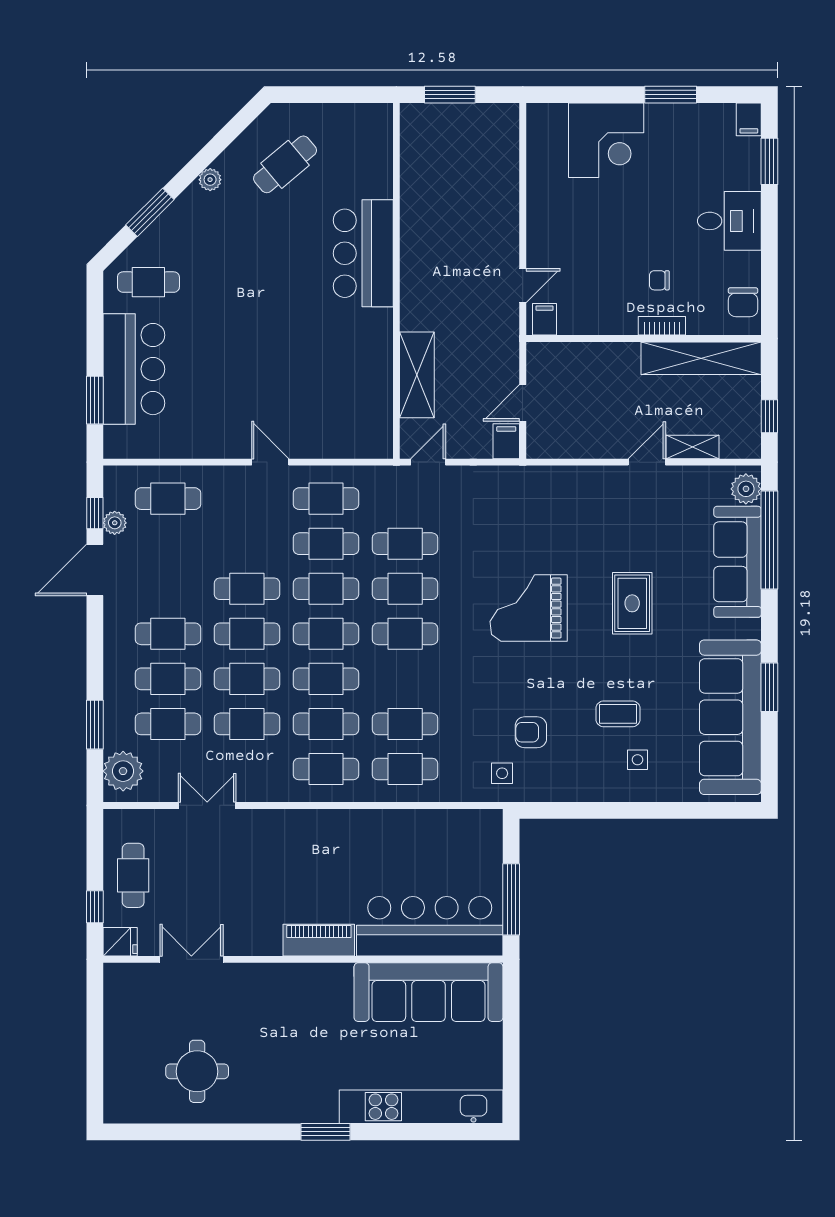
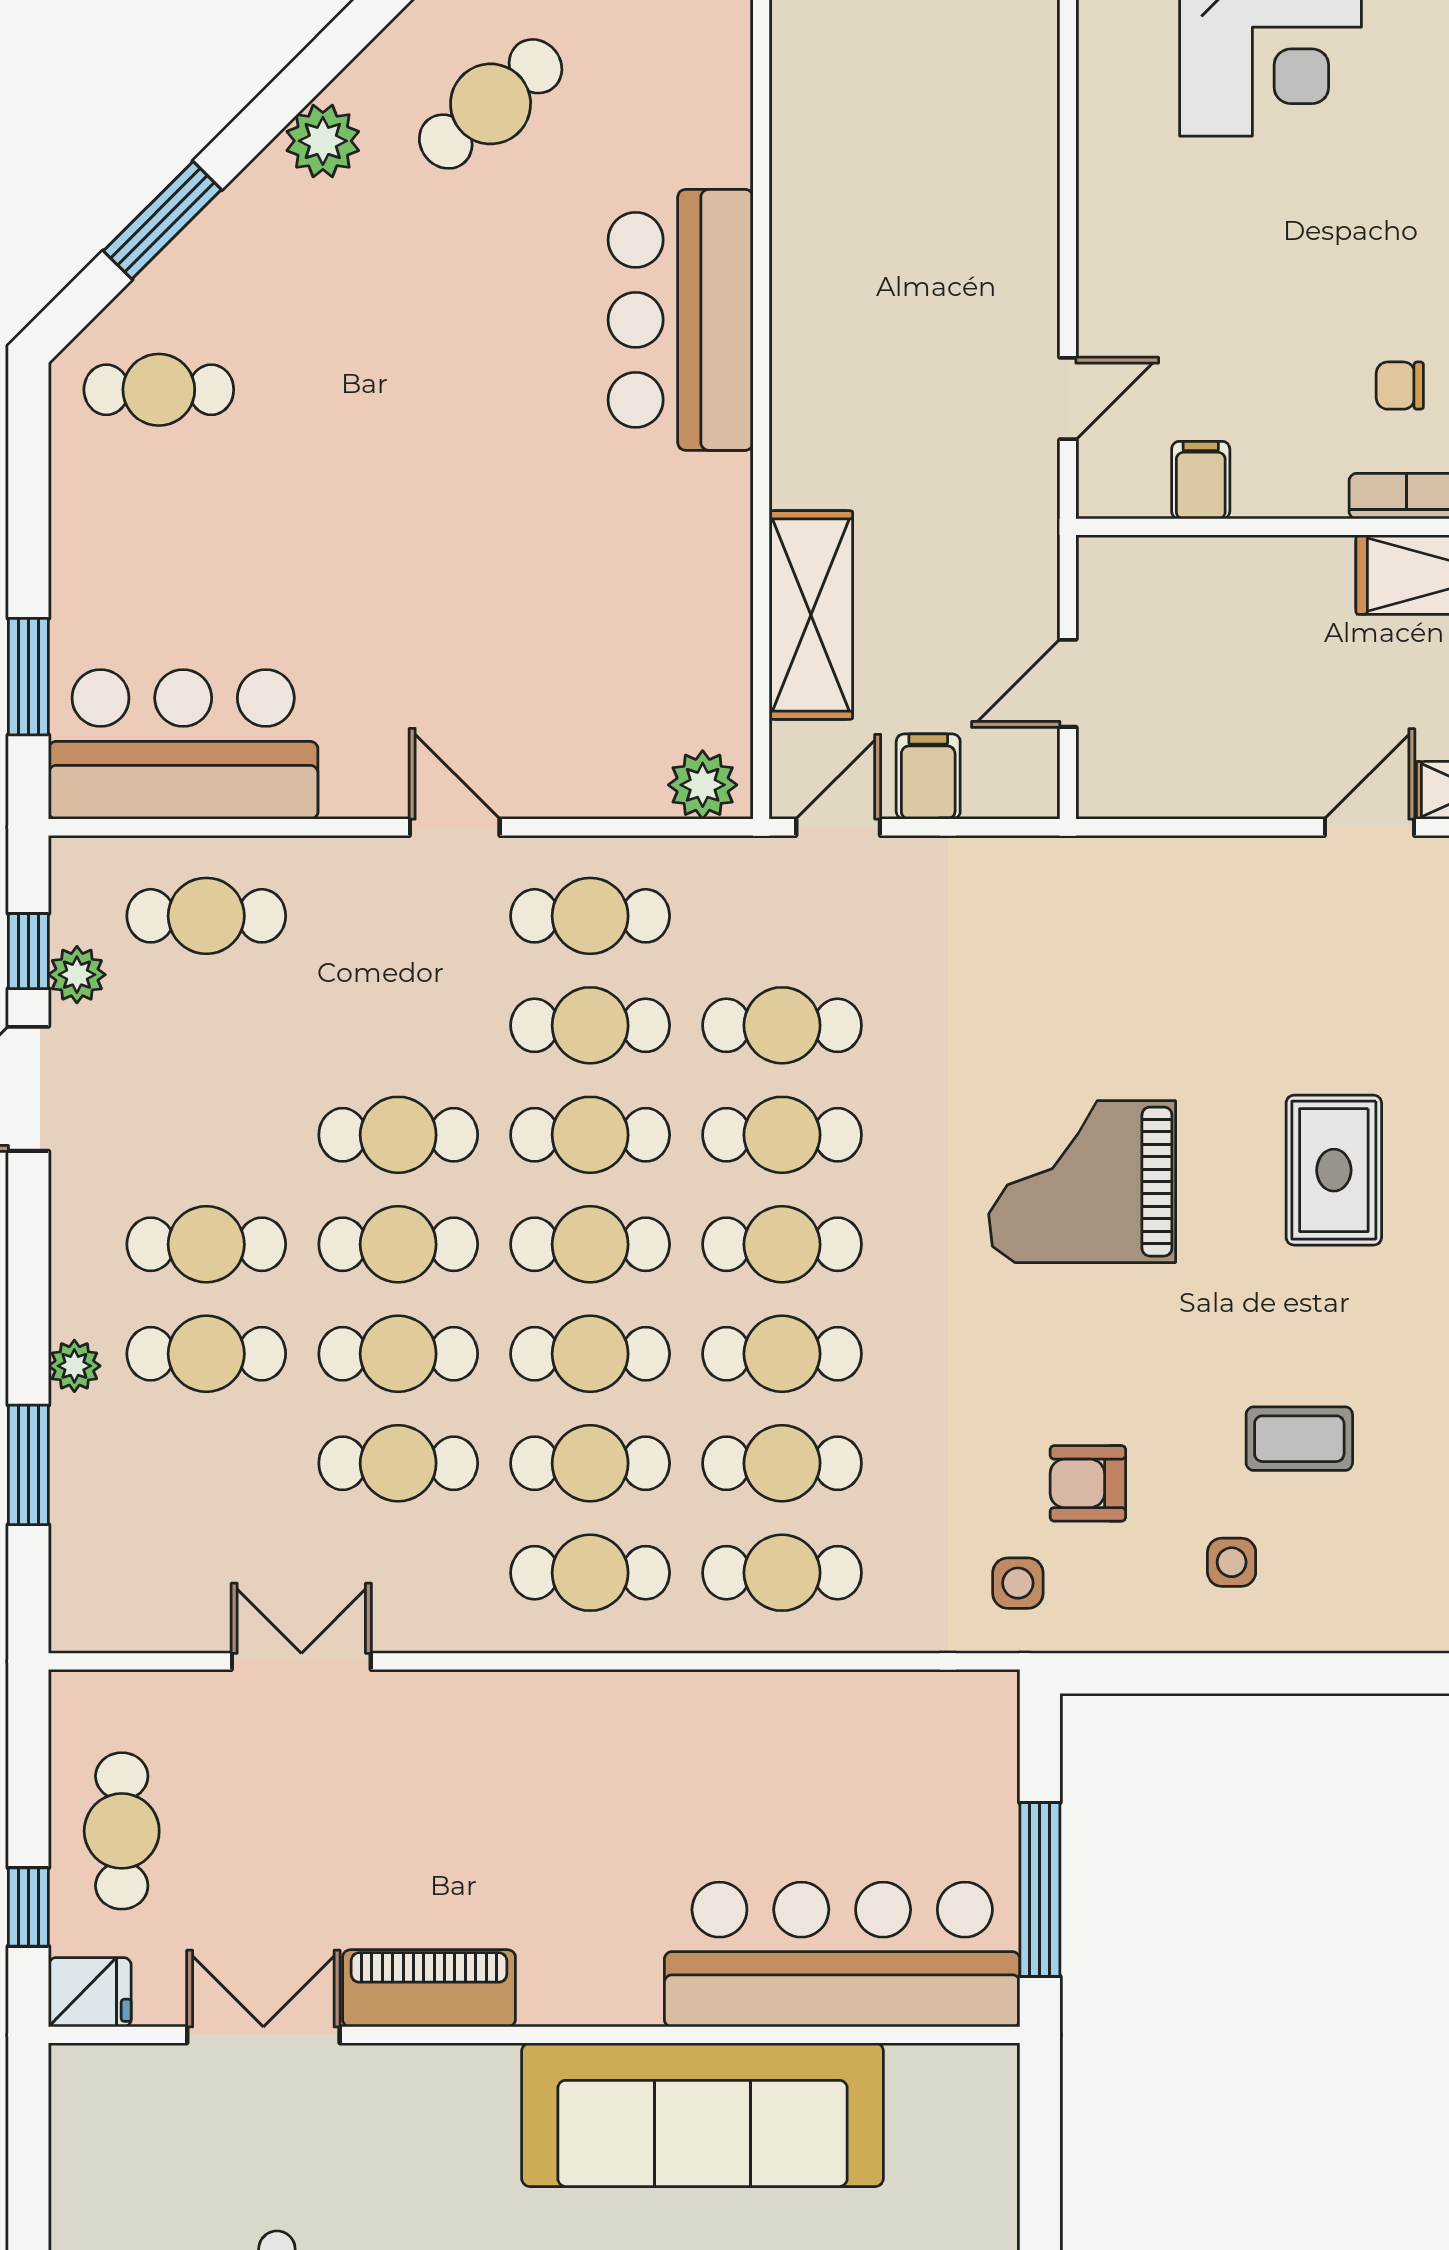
plant: (210, 180) -> (323, 141), width x1.38, depth x1.38
filing cabinet: (544, 319) -> (1201, 480), moved
bar counter: (134, 369) -> (183, 744), moved, turned -90
filing cabinet: (506, 441) -> (928, 777), moved
plant: (372, 445) -> (703, 785), added
cafe table: (168, 724) -> (782, 1354), moved
side table: (638, 760) -> (1232, 1562), moved
plant: (123, 771) -> (74, 1366), moved, width x0.53, depth x0.53
piano: (319, 940) -> (429, 1988), moved
sofa: (429, 992) -> (703, 2115), moved

